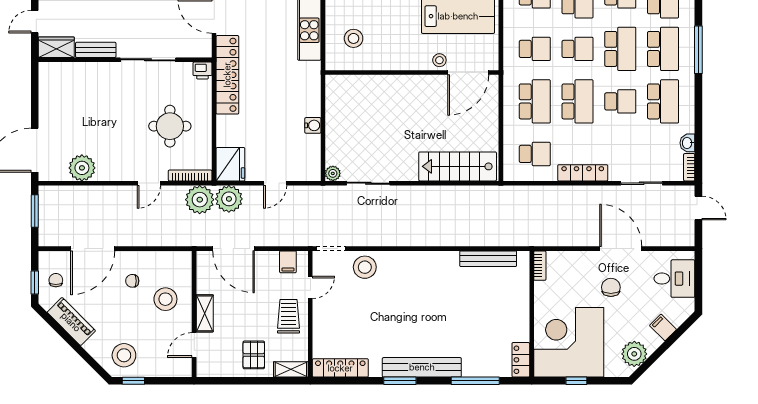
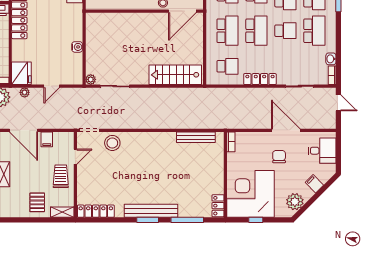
plant: (229, 199) -> (25, 92), width x0.53, depth x0.53
filing cabinet: (288, 262) -> (47, 139), moved
window: (400, 381) -> (148, 220), moved

